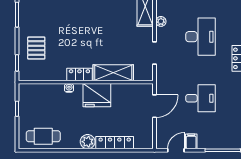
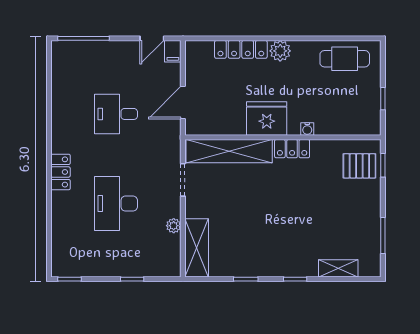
pallet: (36, 48) -> (359, 166), moved, turned 90
shelving: (113, 73) -> (229, 151), width x1.47
filing cabinet: (191, 141) -> (173, 51), moved

